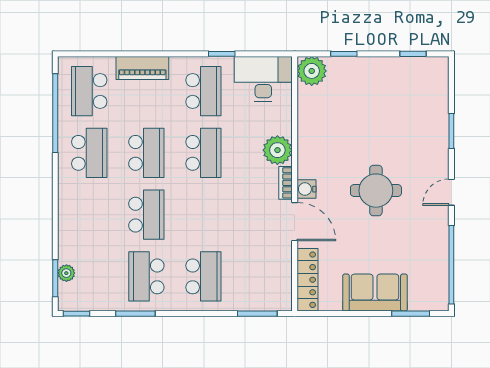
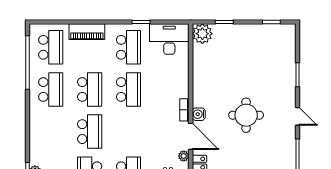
school desk: (89, 91) -> (51, 47), turned 180
plant: (277, 150) -> (184, 156), moved, width x0.53, depth x0.53
door: (451, 192) -> (297, 116), swing flipped

